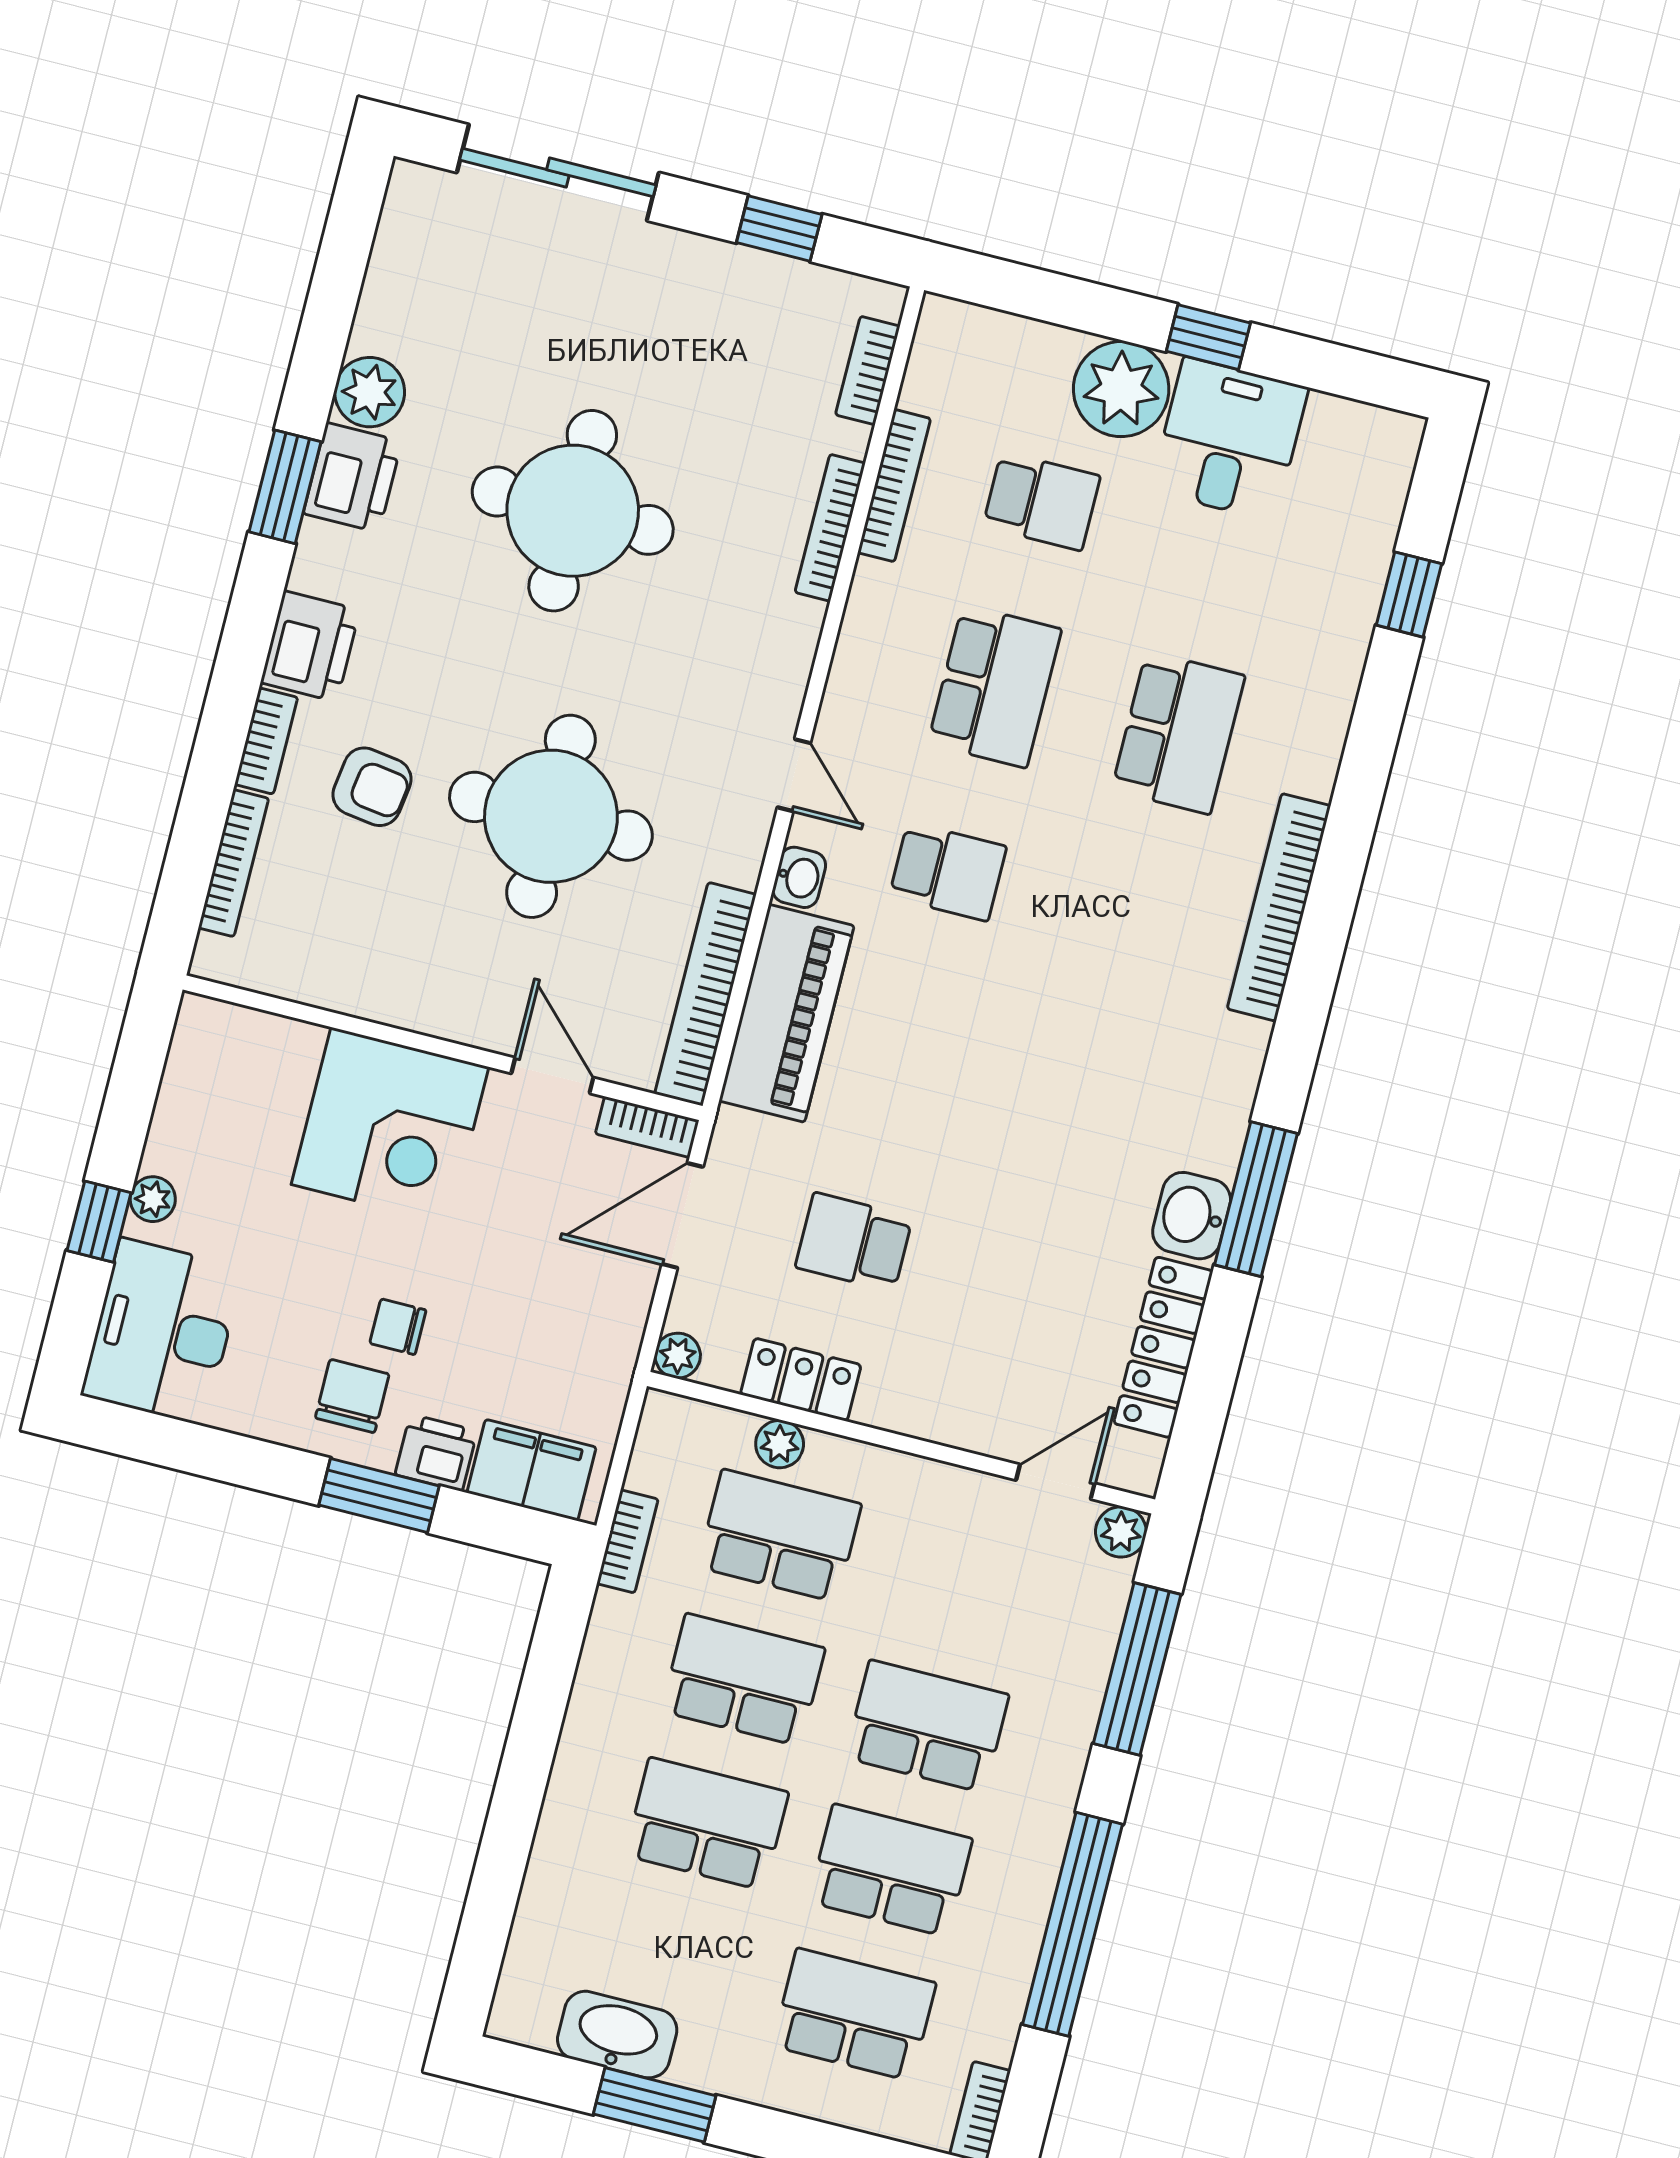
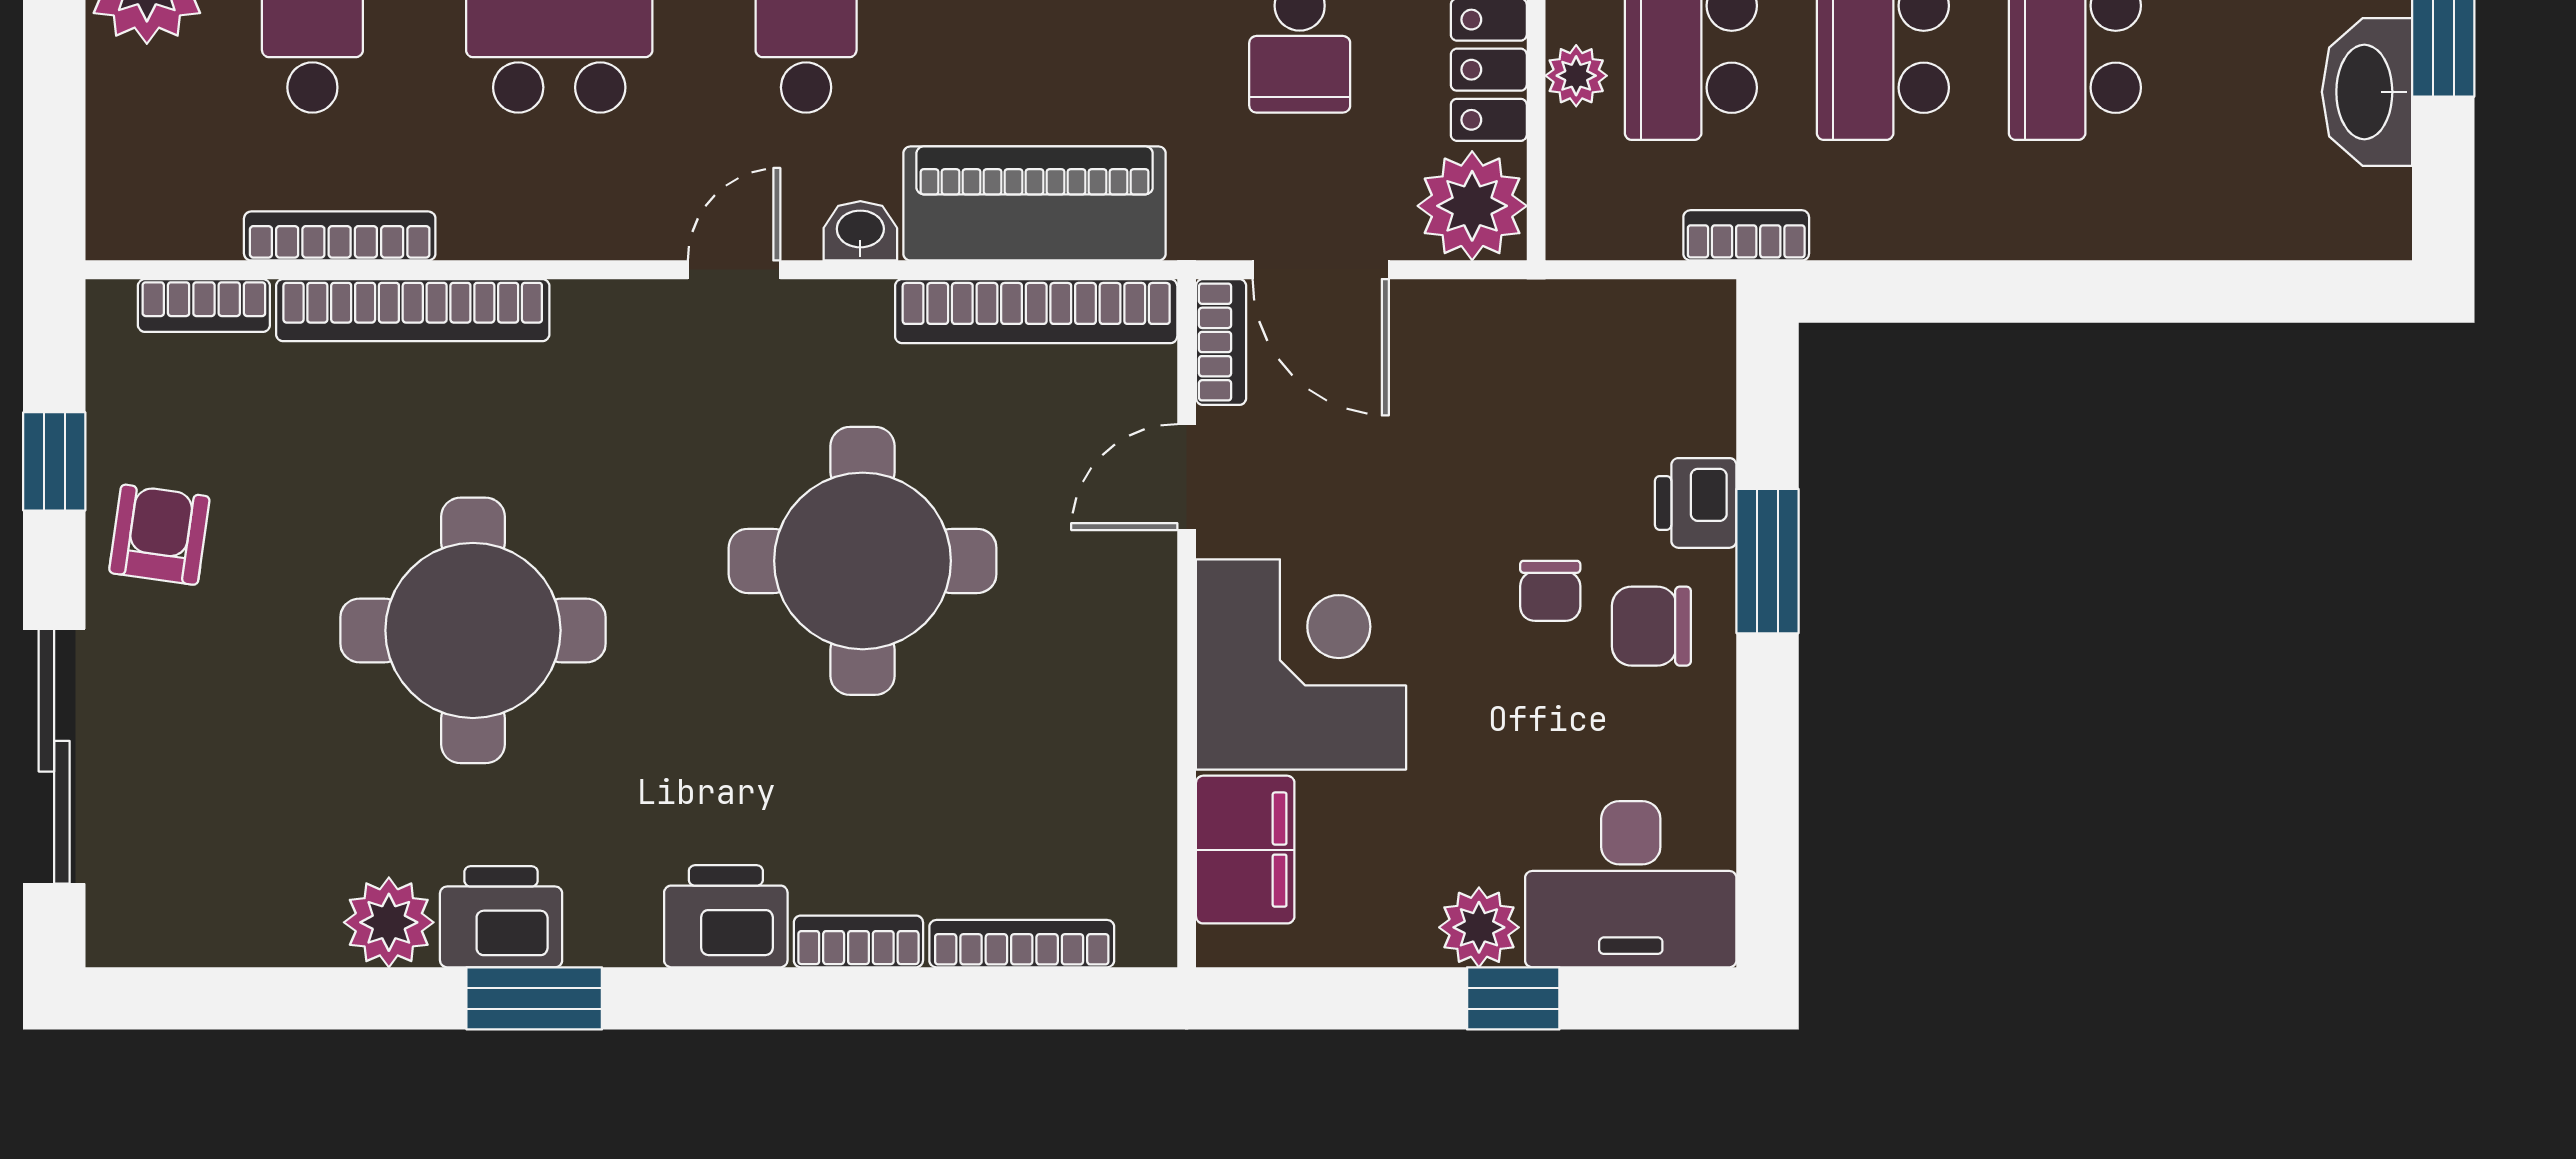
bookcase: (830, 528) -> (413, 310), width x1.48, depth x1.31
armchair: (372, 787) -> (159, 535), moved
plant: (153, 1199) -> (1479, 927), width x1.38, depth x1.38
plant: (678, 1356) -> (1472, 206), width x1.87, depth x1.87
filing cabinet: (532, 1470) -> (1245, 850), moved, turned 180

